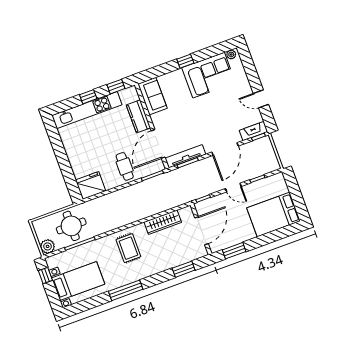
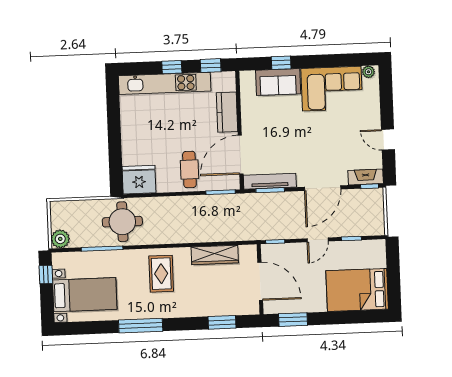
window: (185, 61) -> (281, 63), moved
sofa: (152, 96) -> (278, 82), moved, turned 90
door: (233, 188) -> (318, 240), hinge flipped
round table: (71, 226) -> (122, 222), moved
door: (202, 231) -> (260, 281), hinge flipped

